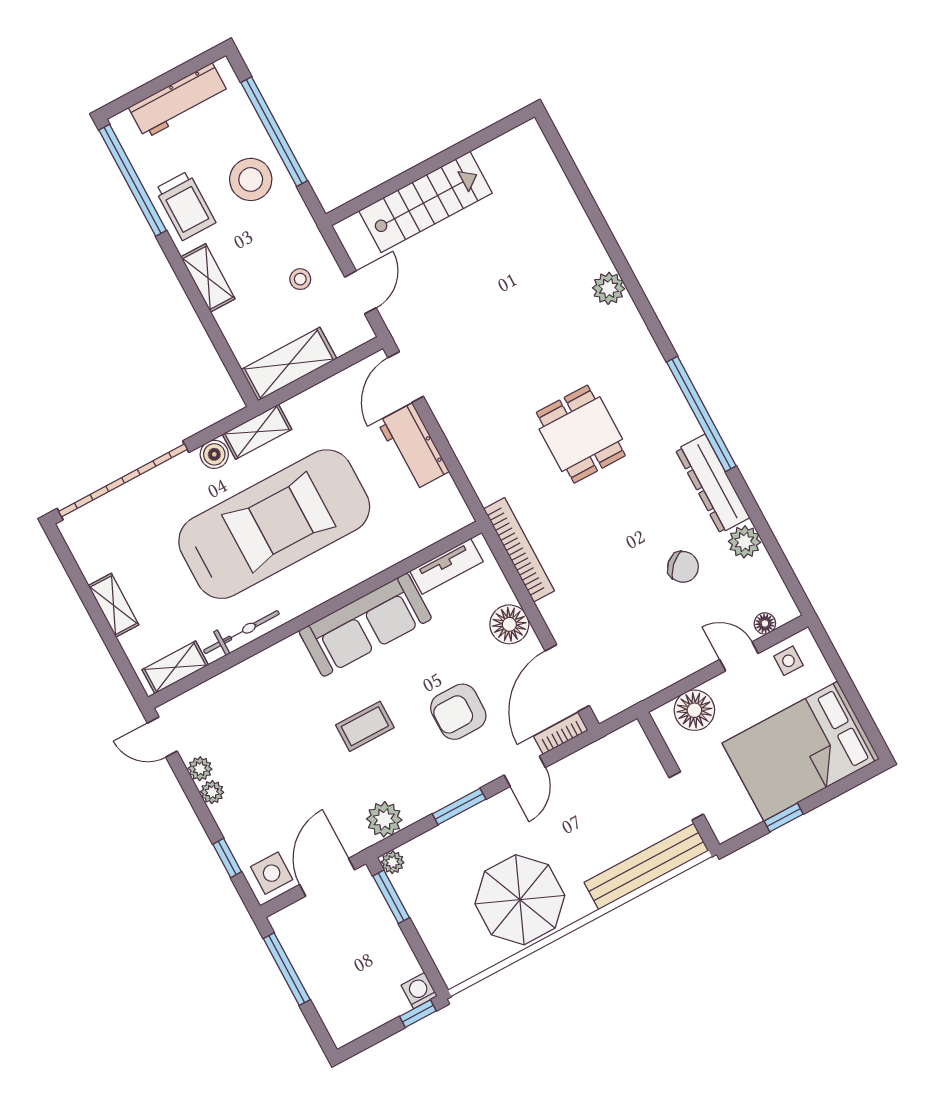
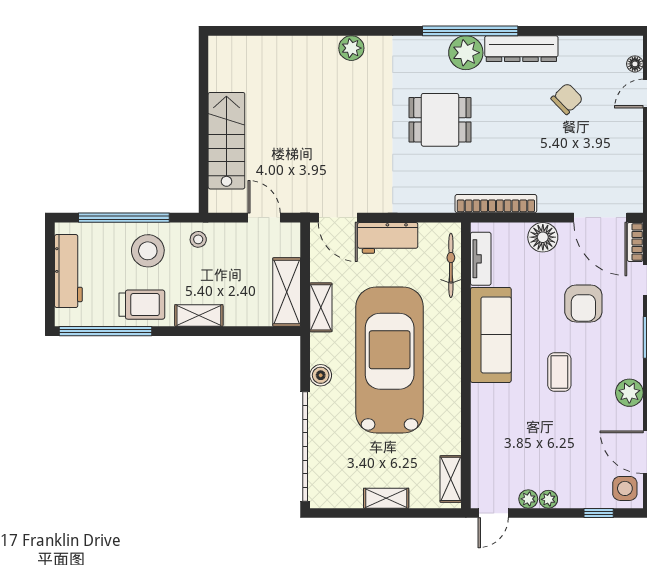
stool: (300, 279) -> (198, 239), moved
shelving: (257, 432) -> (321, 307), moved
plant: (744, 542) -> (466, 53), moved, width x1.36, depth x1.36
bicycle: (241, 632) -> (451, 265), moved

